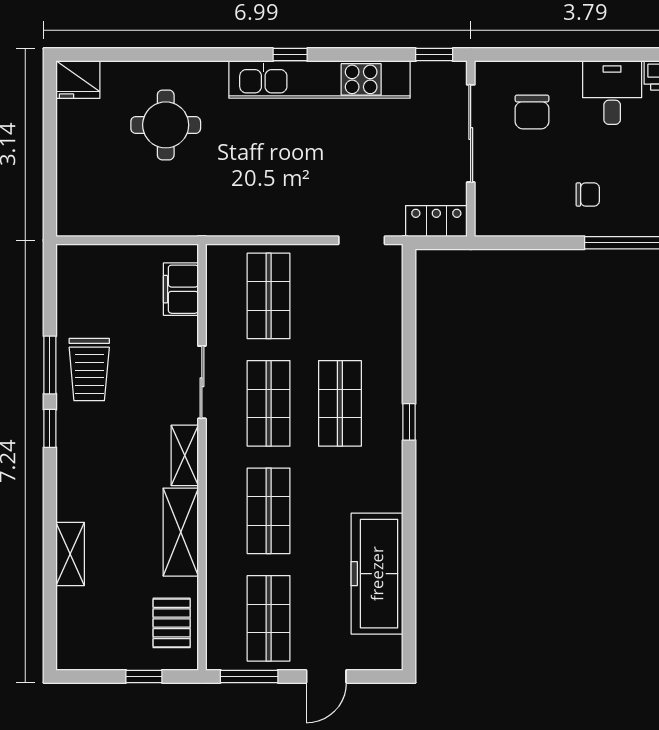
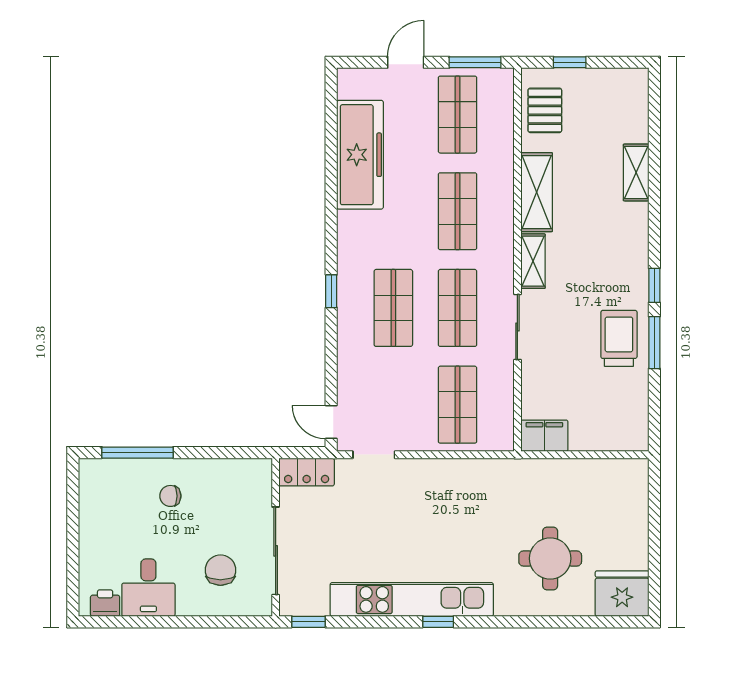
fridge: (78, 80) -> (622, 594), width x1.36, depth x1.34
door: (409, 277) -> (331, 422), added
filing cabinet: (181, 289) -> (544, 436), moved, turned -90

